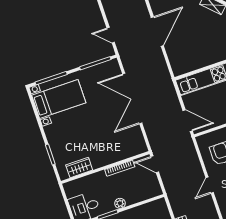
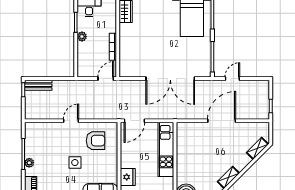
door: (157, 31) -> (222, 121), swing flipped
double door: (132, 99) -> (170, 79), swing flipped
door: (210, 185) -> (71, 121), hinge flipped

